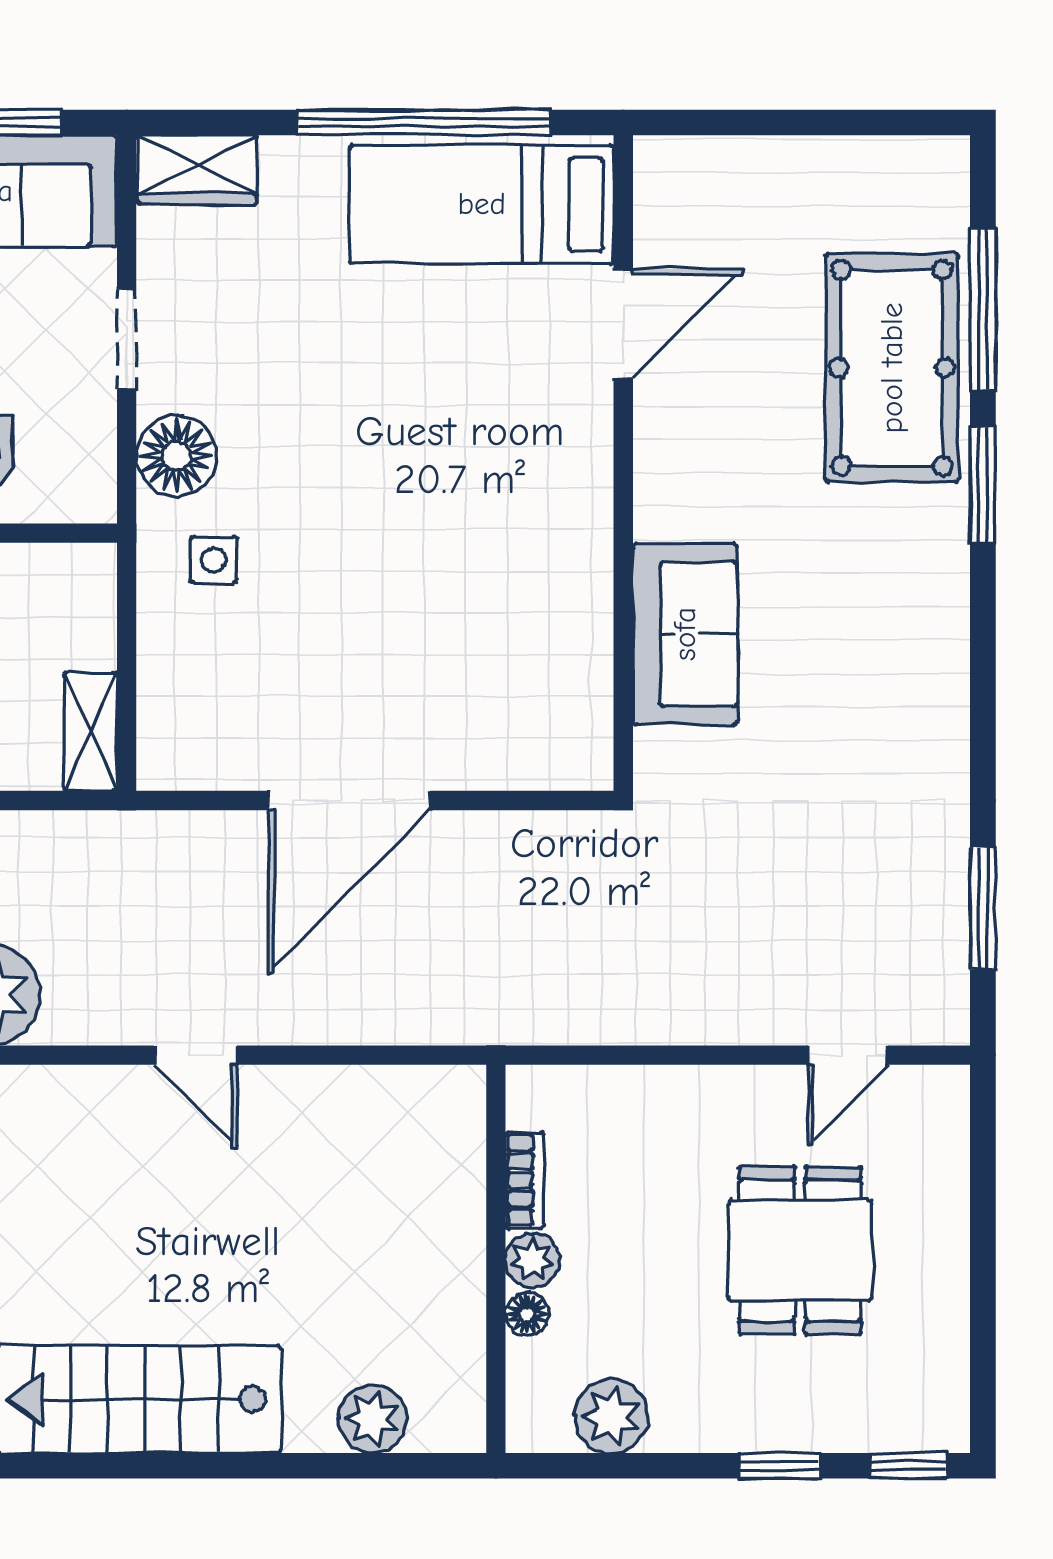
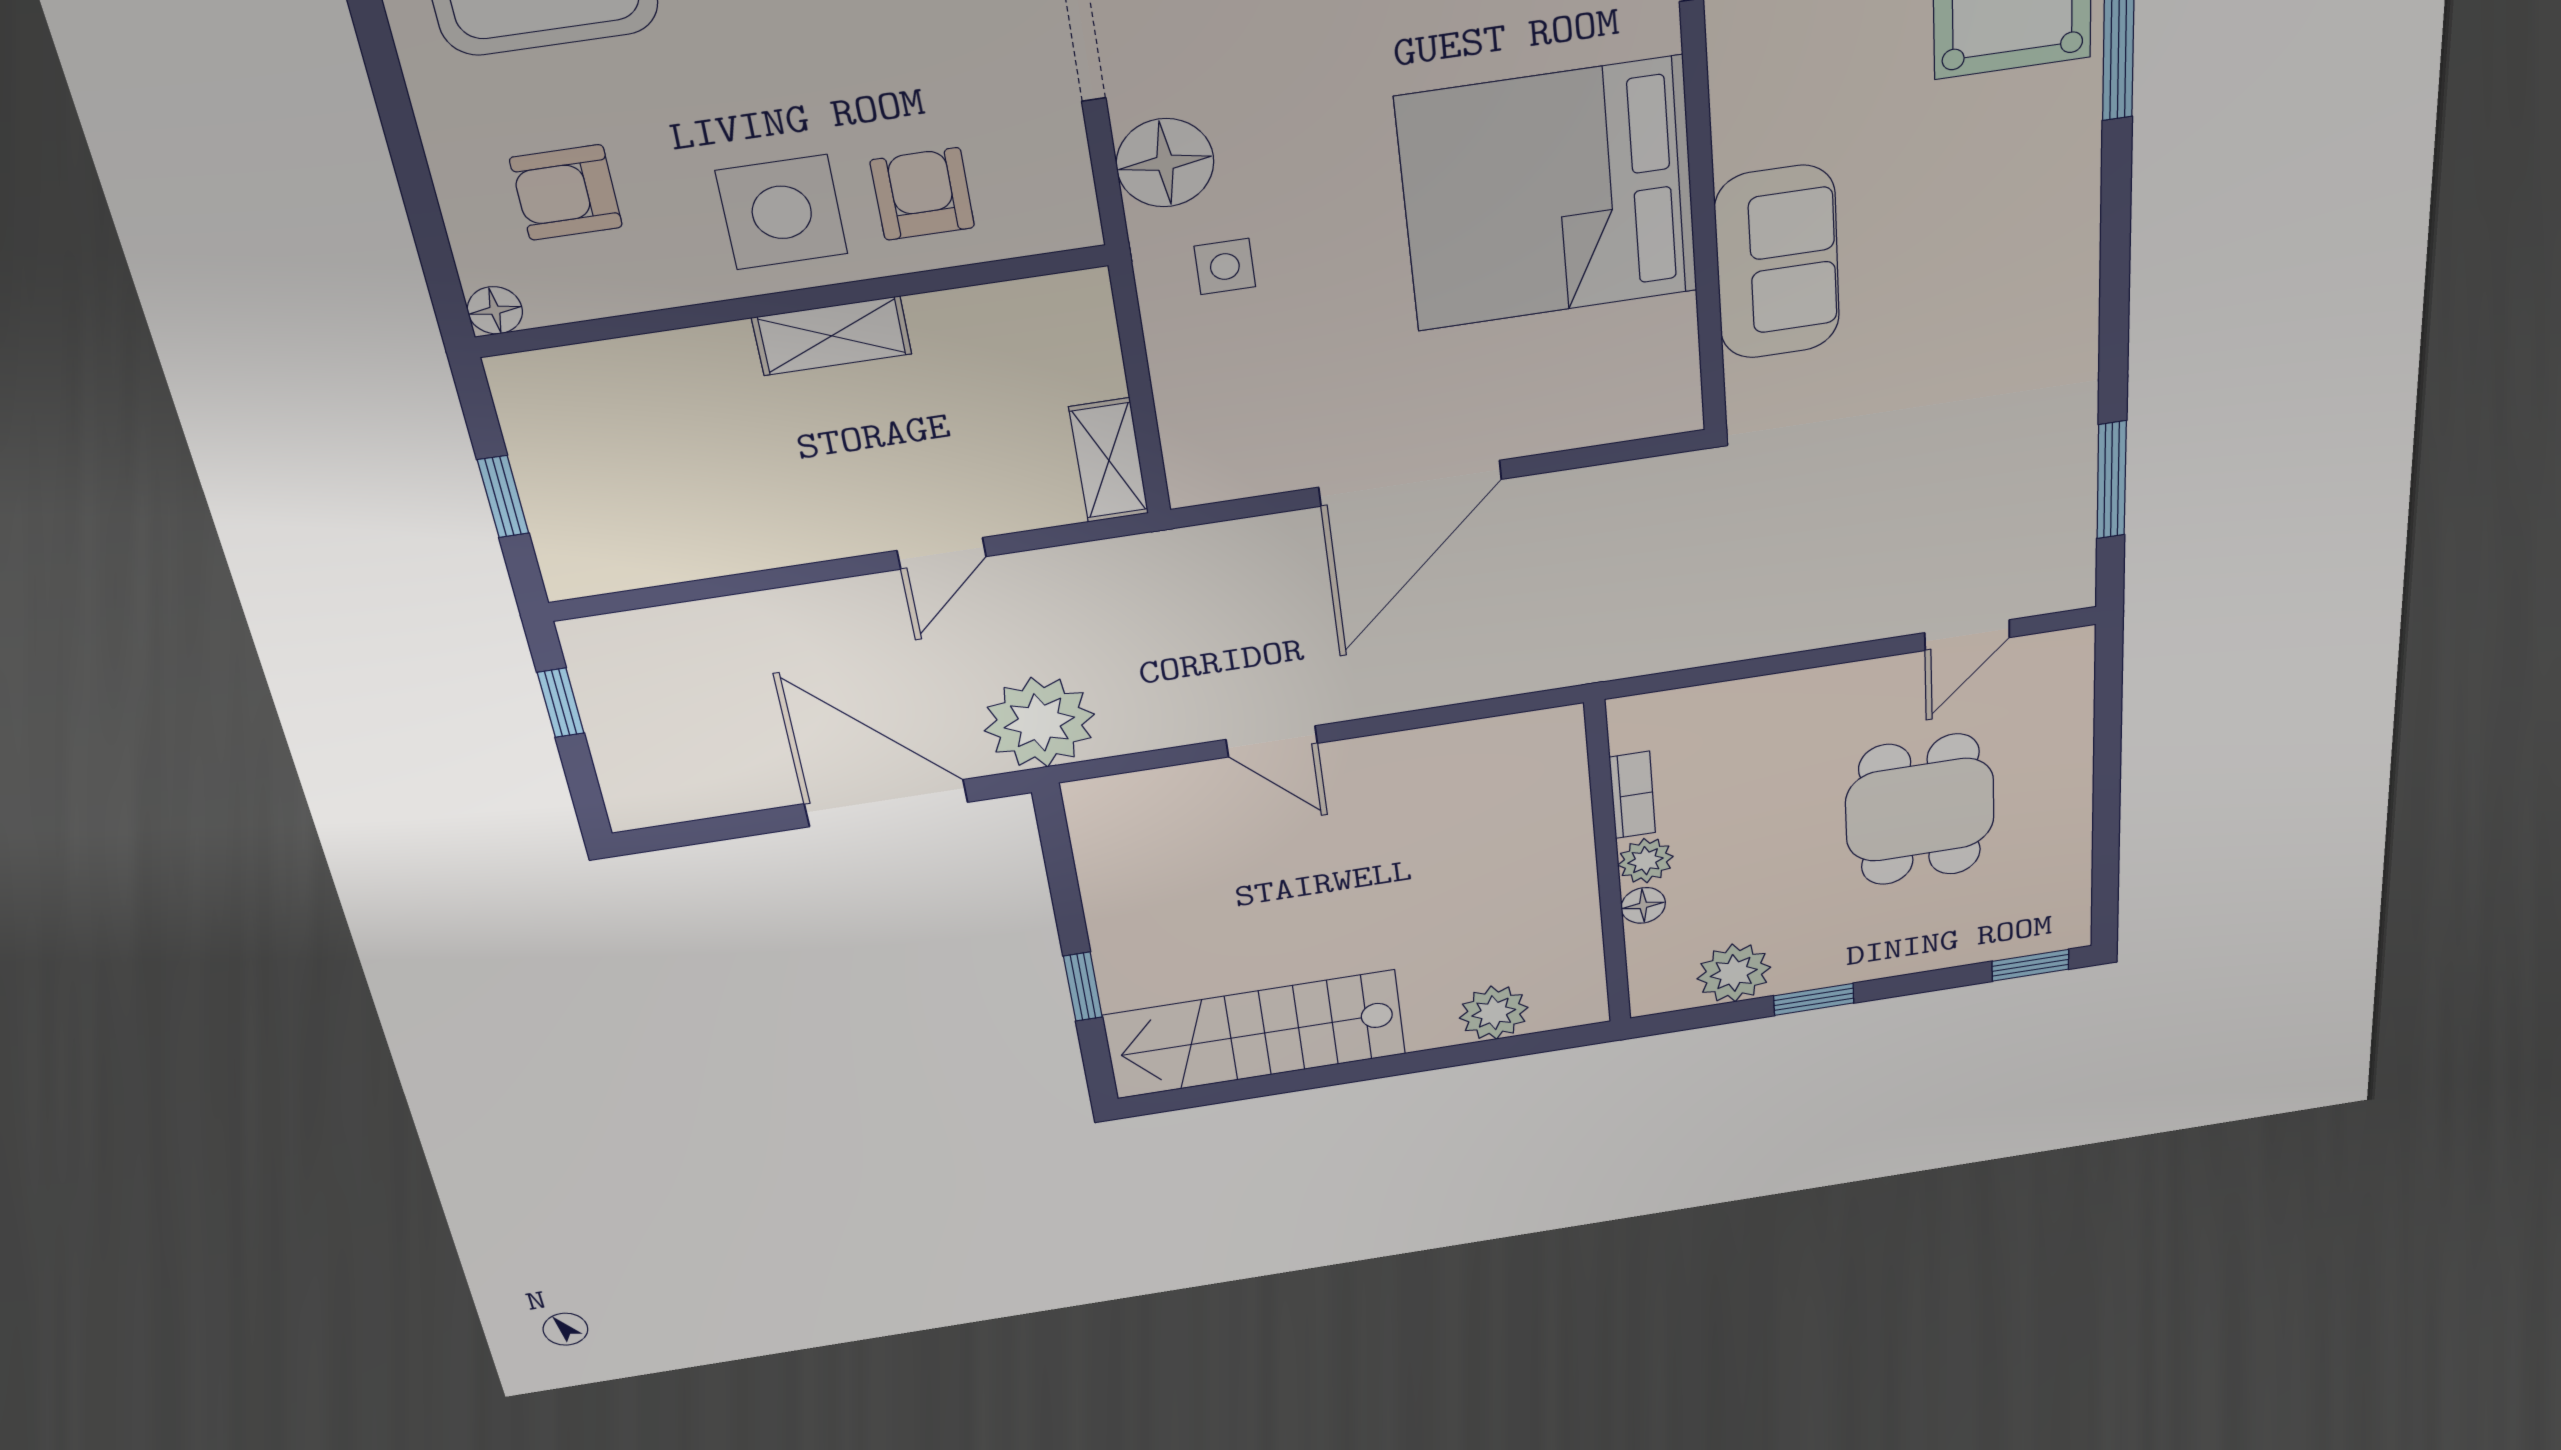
bed: (492, 537) -> (1548, 195), added
window: (779, 1466) -> (1814, 999), moved

